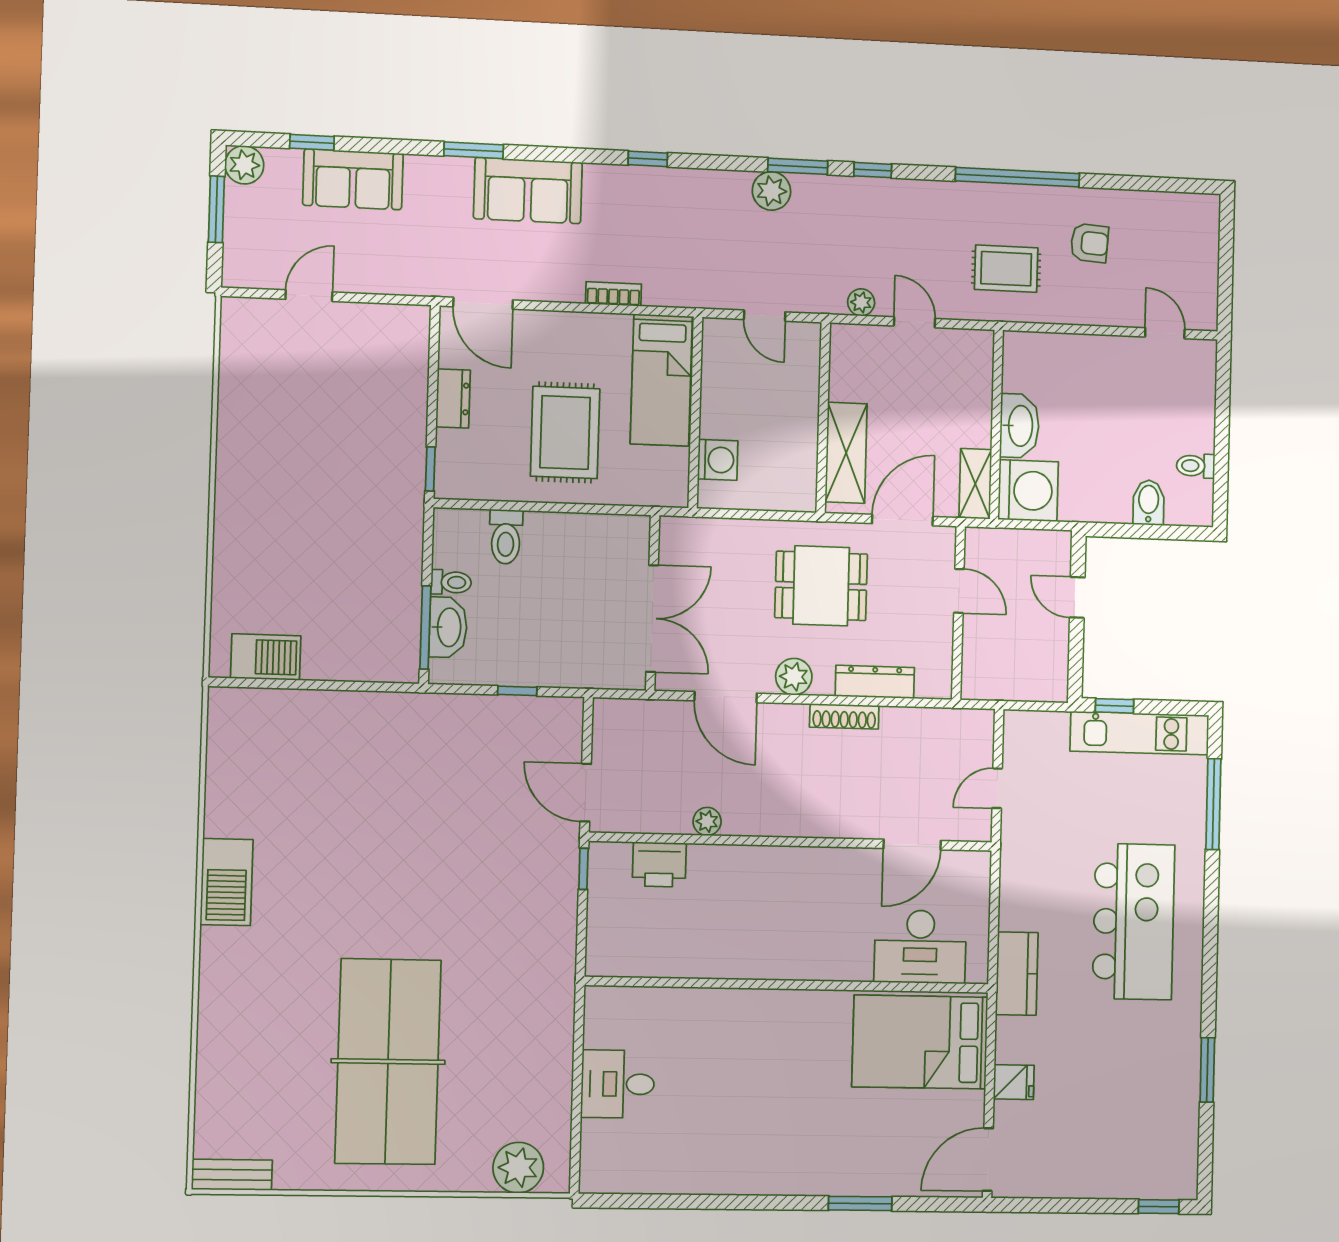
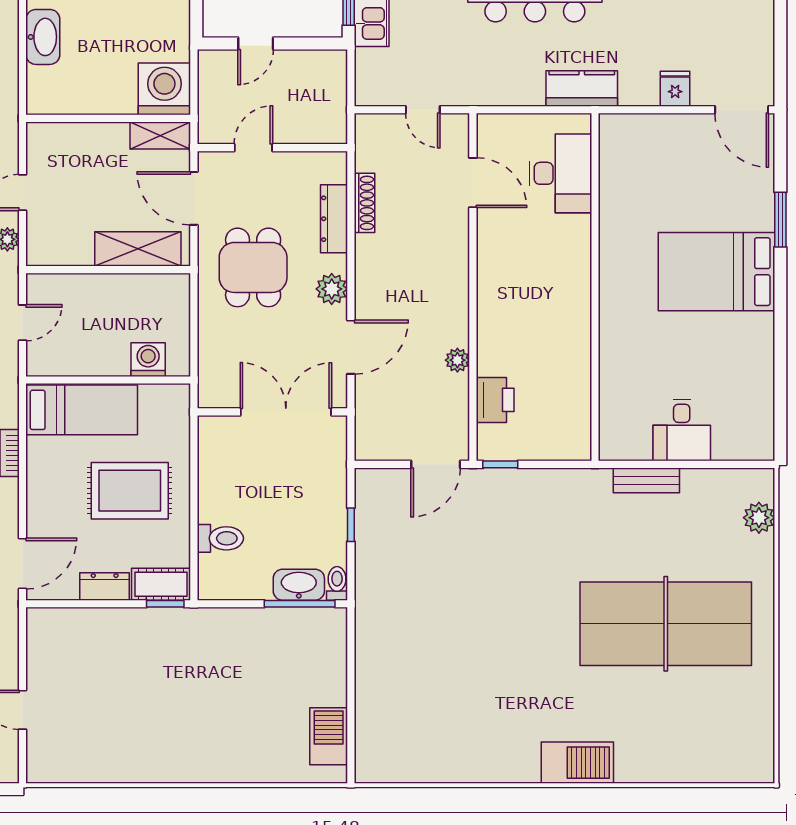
washbasin: (1019, 426) -> (43, 37), moved, turned 90
cot: (454, 465) -> (161, 584), added
toilet: (451, 582) -> (337, 583), moved
shoe rack: (844, 716) -> (365, 203), moved
barbecue: (227, 882) -> (577, 763), moved
bed: (920, 1042) -> (716, 272), moved, turned 90
plant: (518, 1168) -> (759, 518), width x0.73, depth x0.73
bench: (232, 1175) -> (646, 480), moved, turned 90

